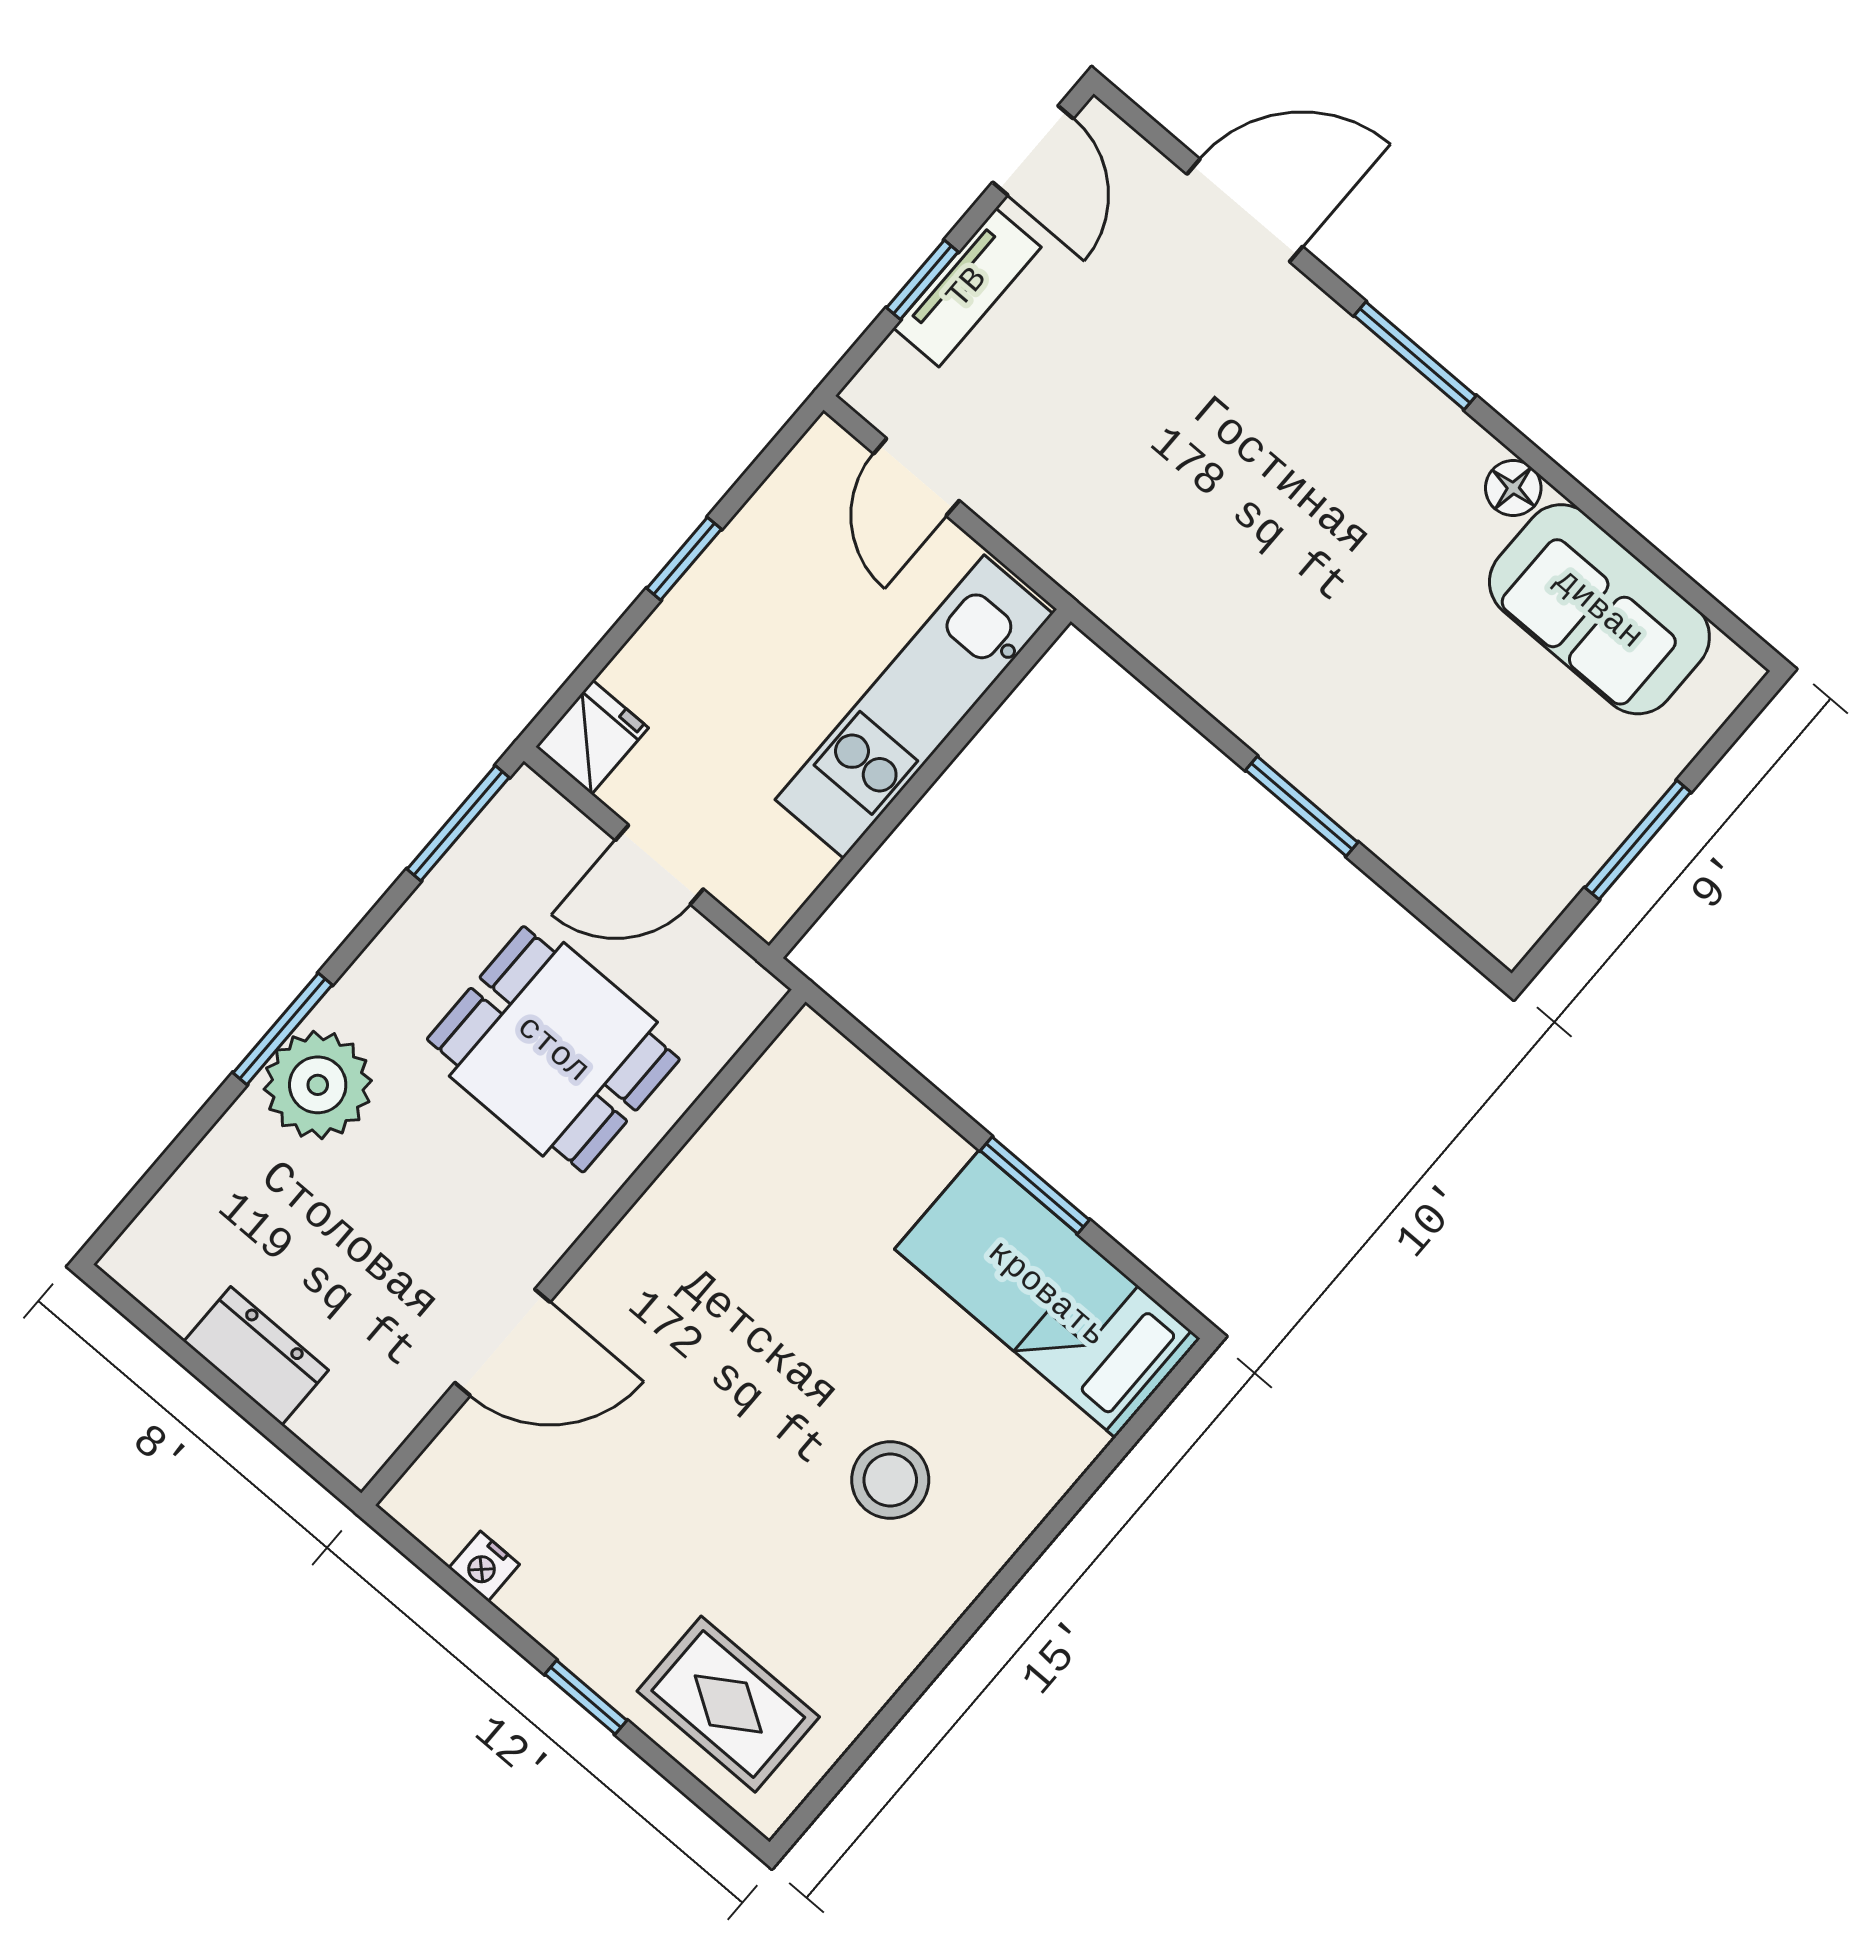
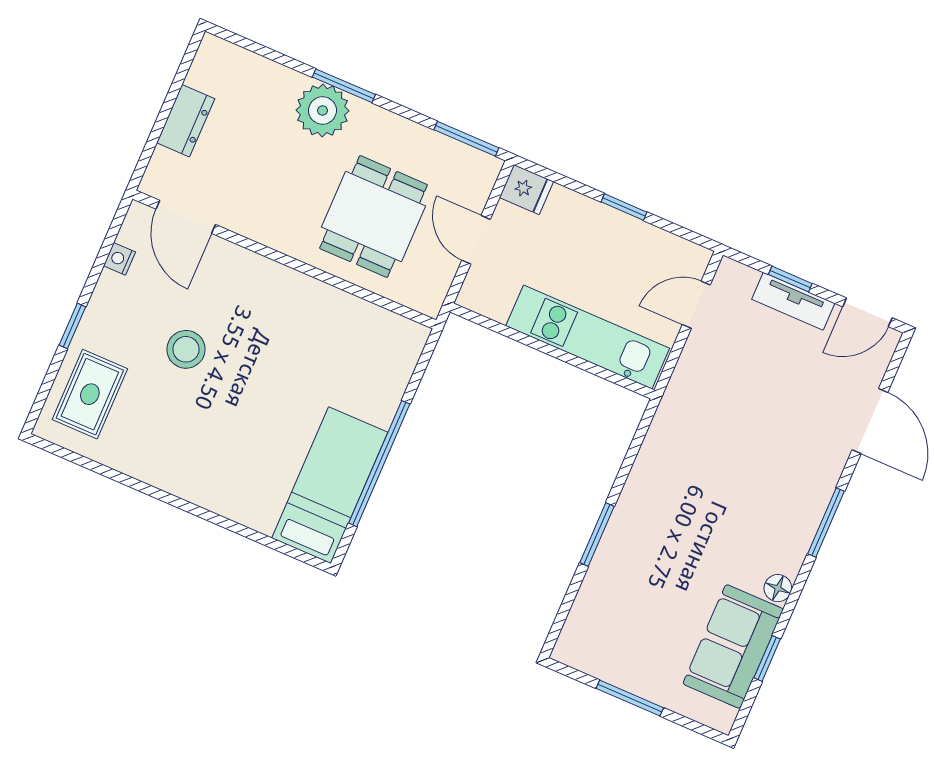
window: (1643, 550) -> (767, 658), added
window: (1035, 1185) -> (379, 464), width x2.11
door: (502, 1342) -> (186, 217), moved
stool: (890, 1480) -> (186, 349), moved

